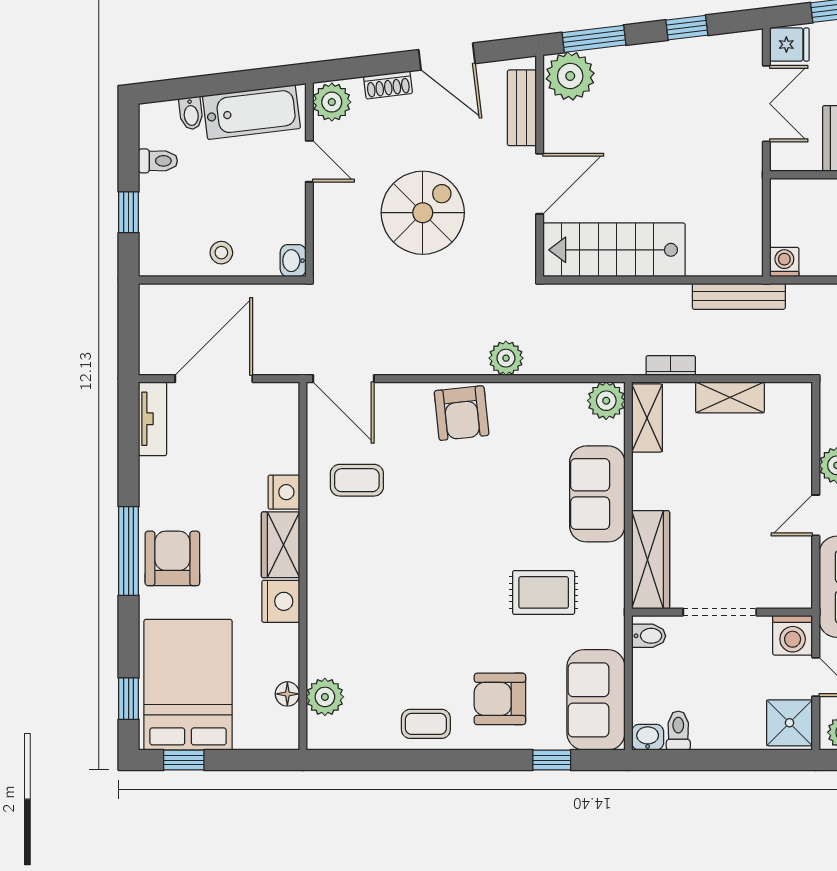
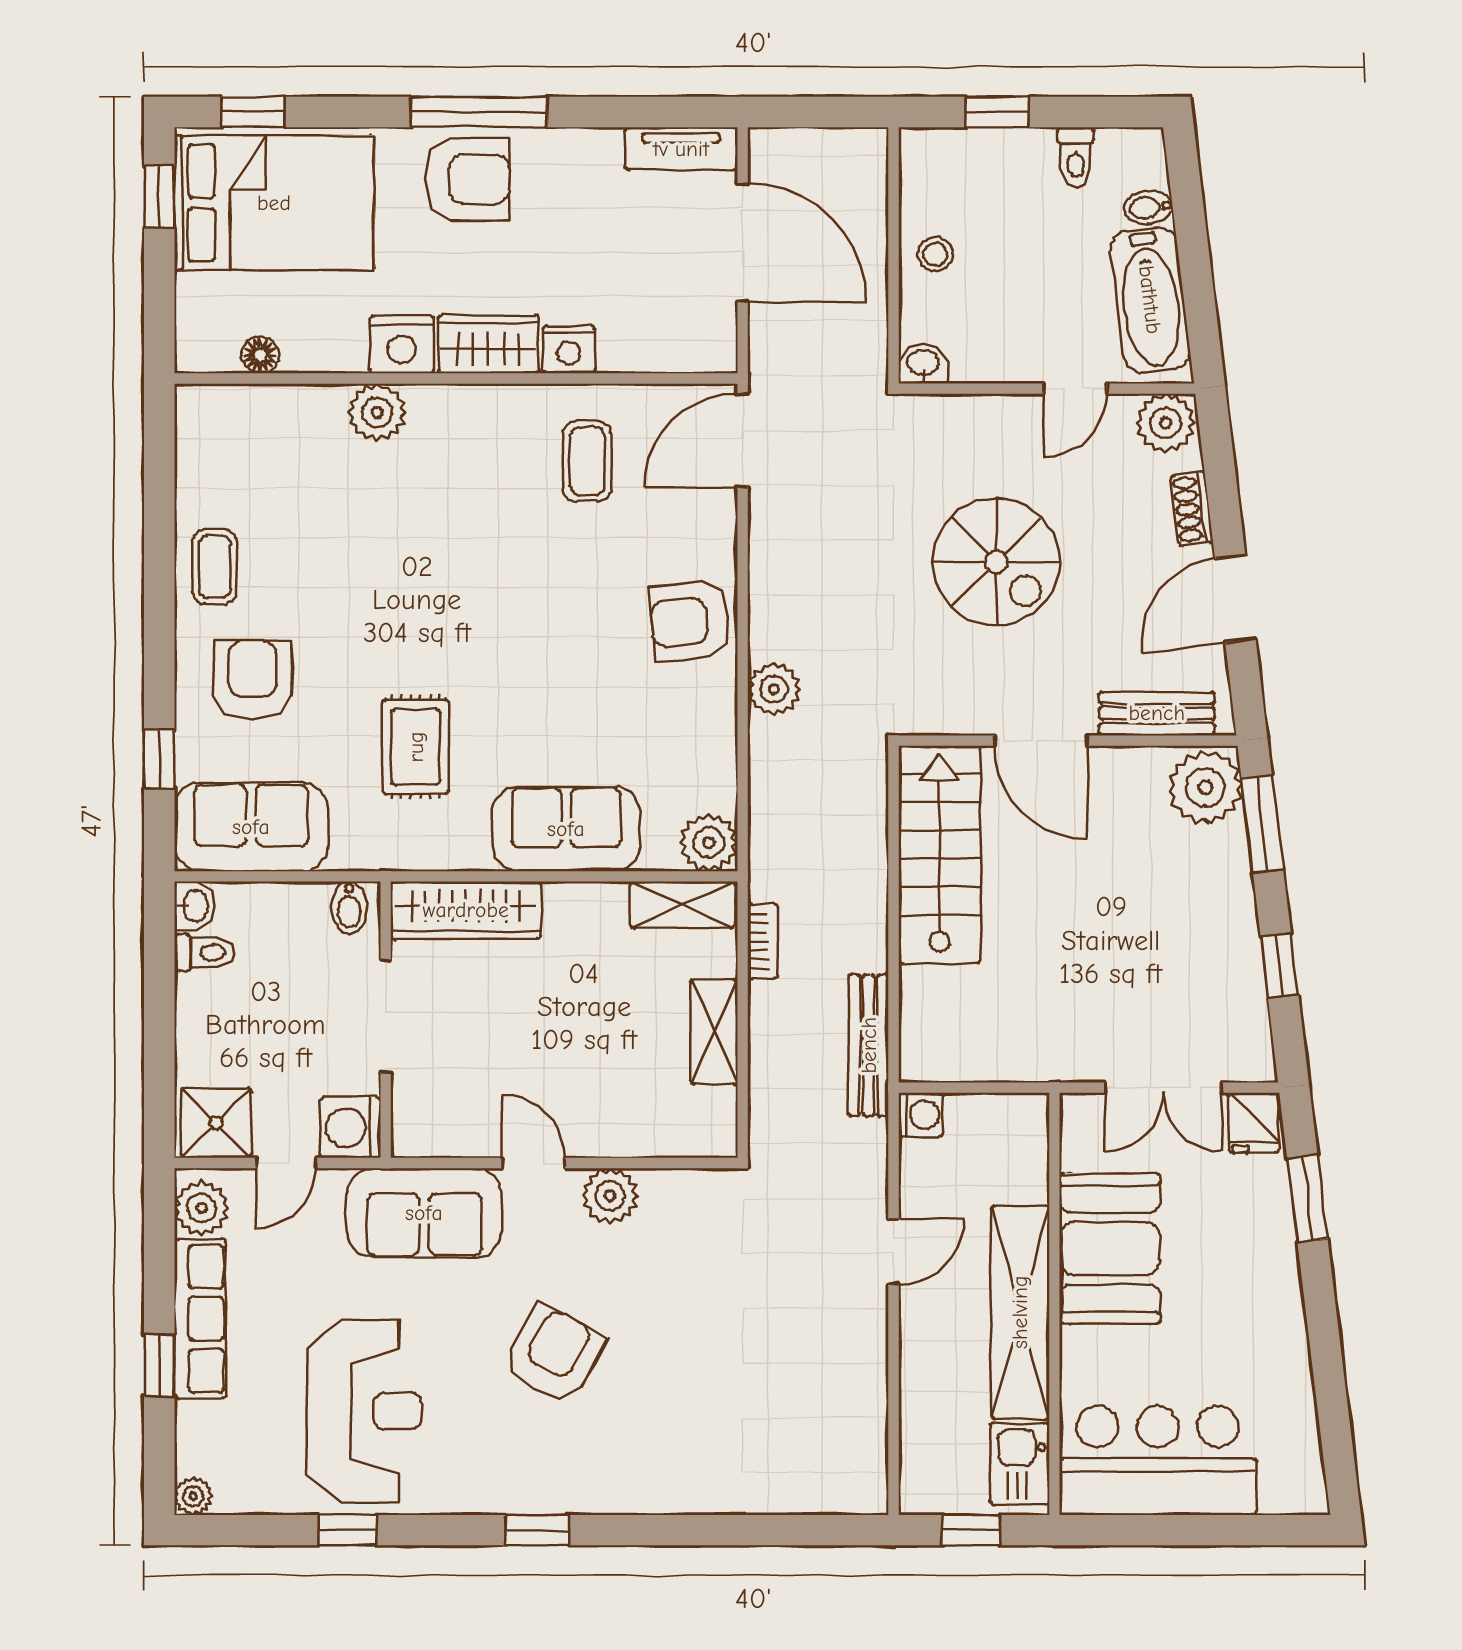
plant: (325, 697) -> (377, 412), moved

